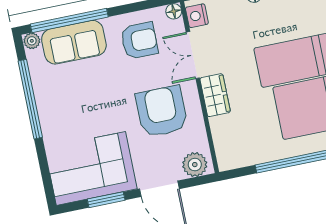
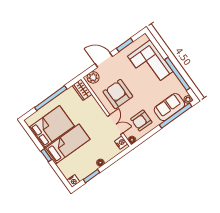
wardrobe: (215, 95) -> (82, 90), moved
armchair: (162, 111) -> (118, 94), turned 180
corner sofa: (91, 168) -> (150, 64), moved, turned 90

